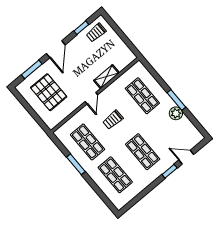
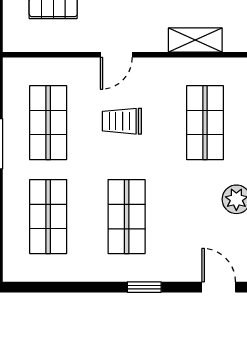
shelving: (107, 77) -> (195, 40), moved
door: (186, 157) -> (219, 287), moved

